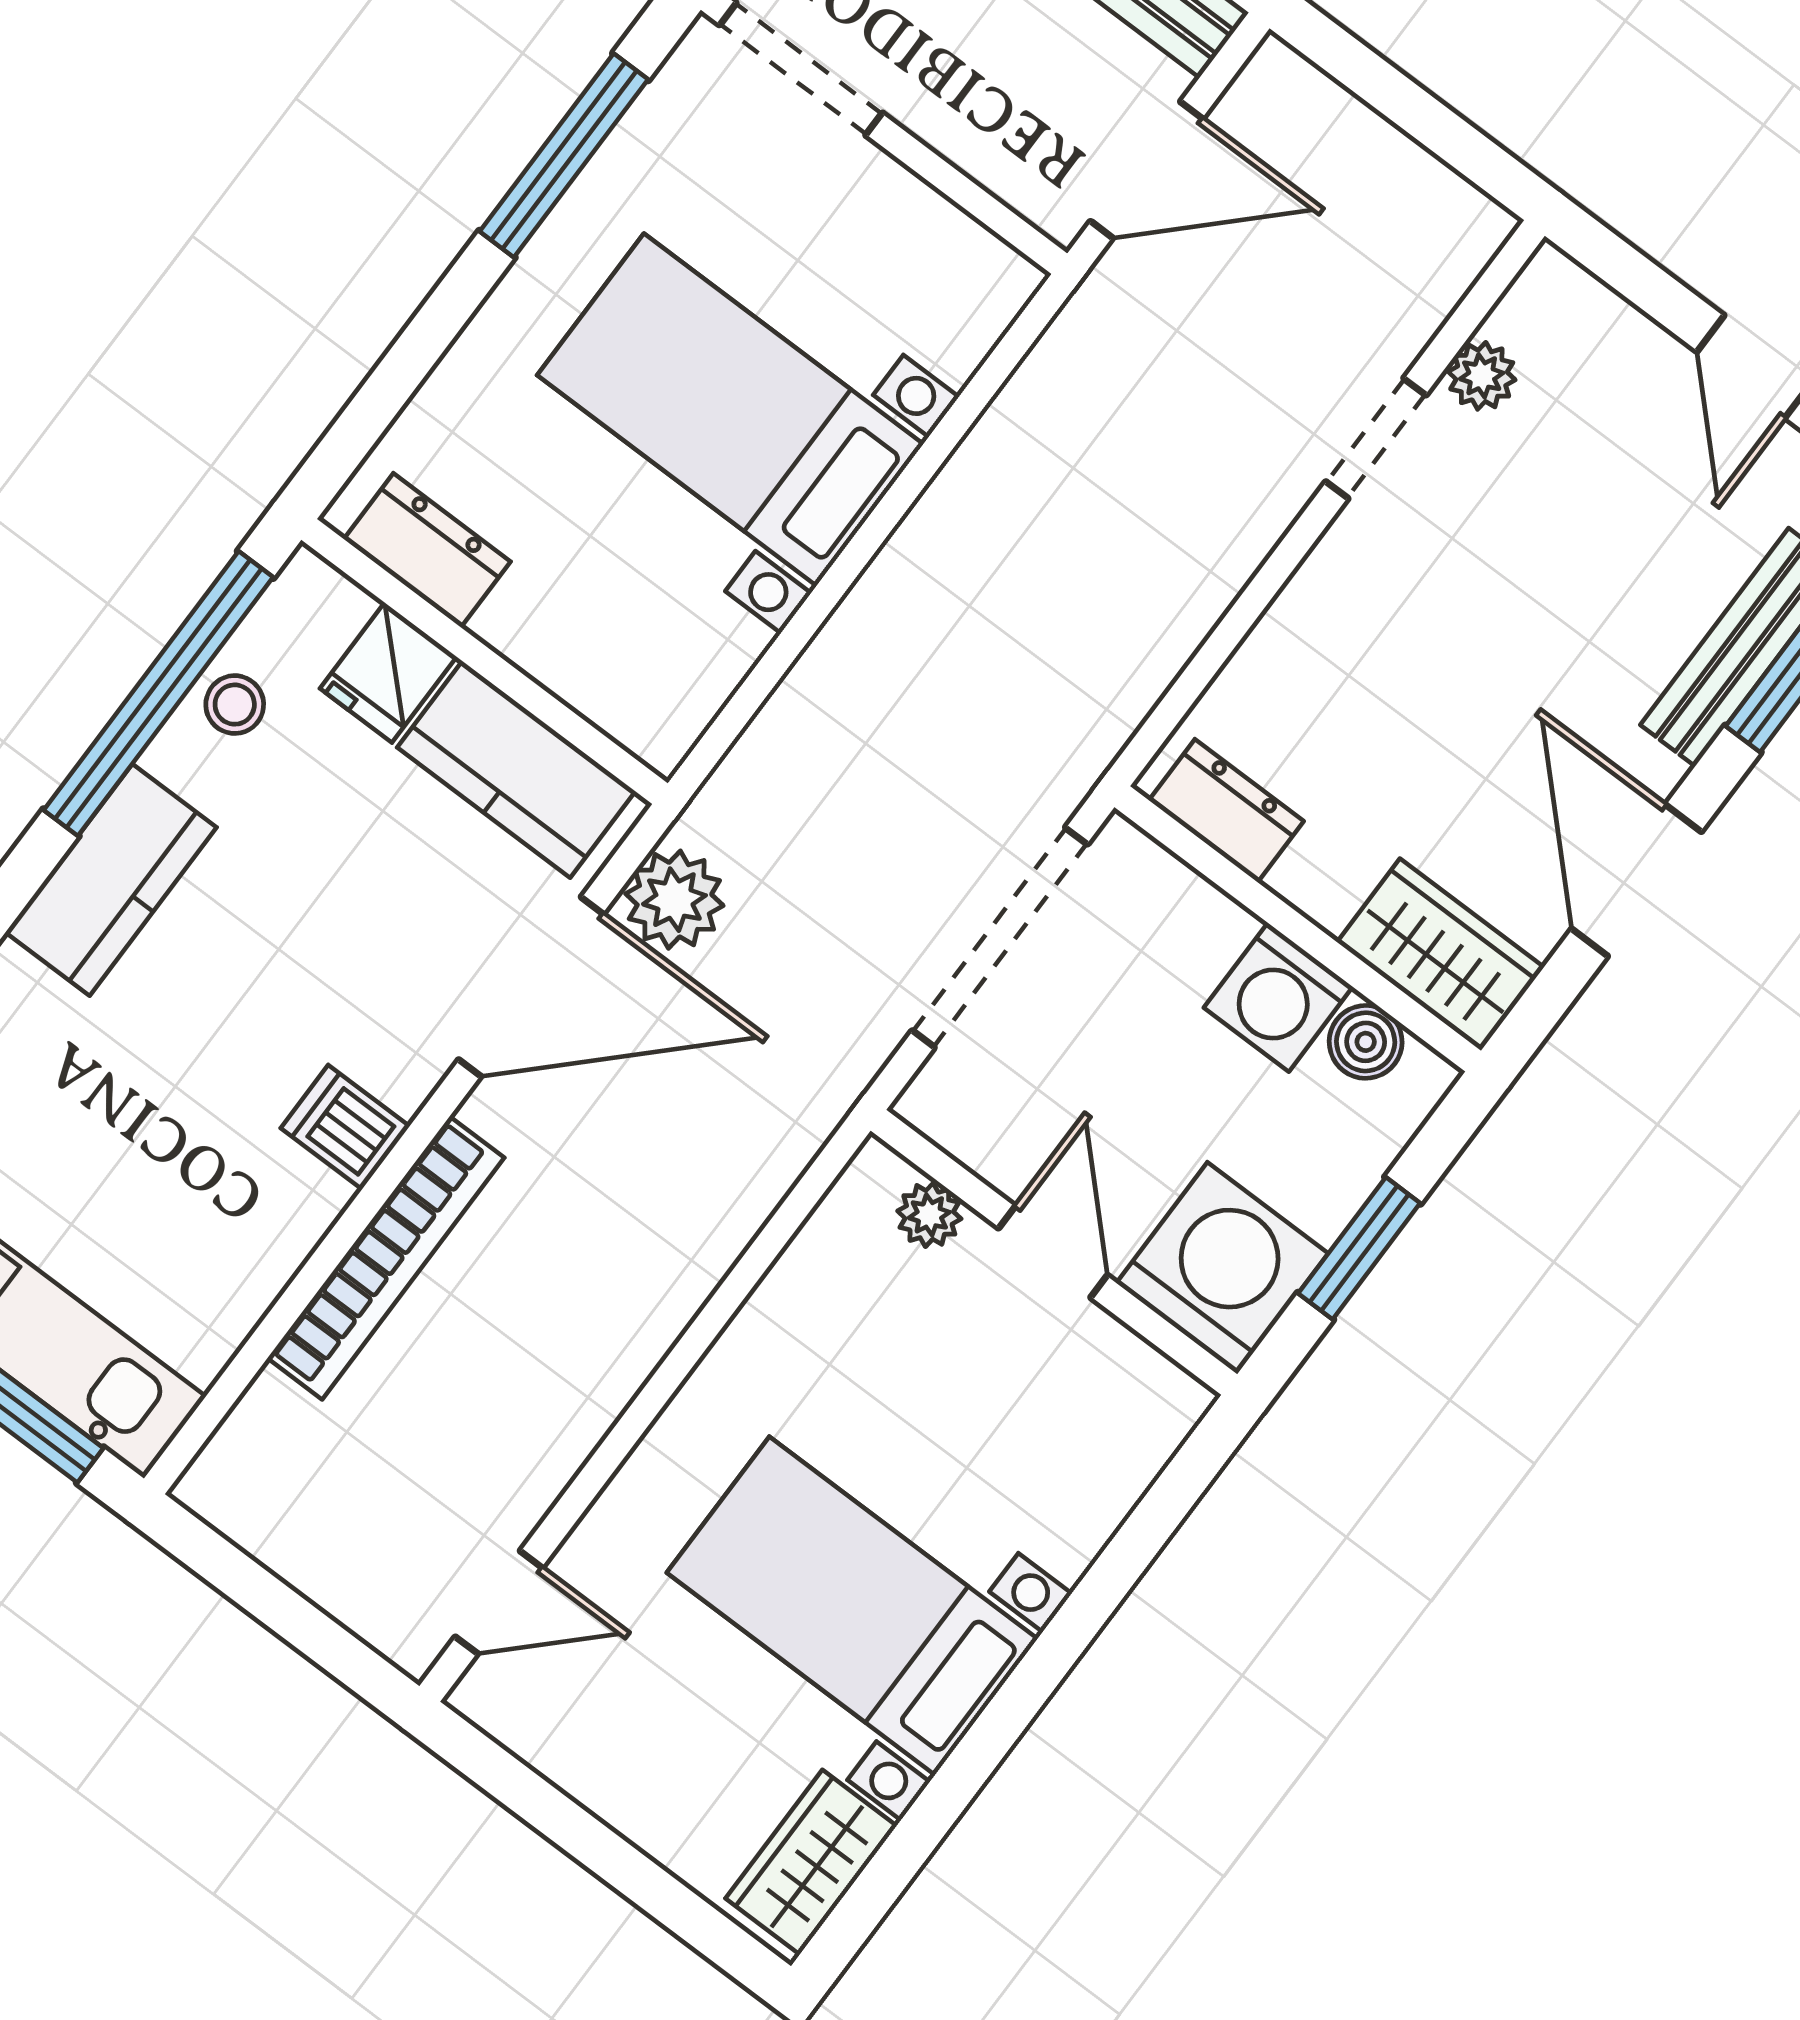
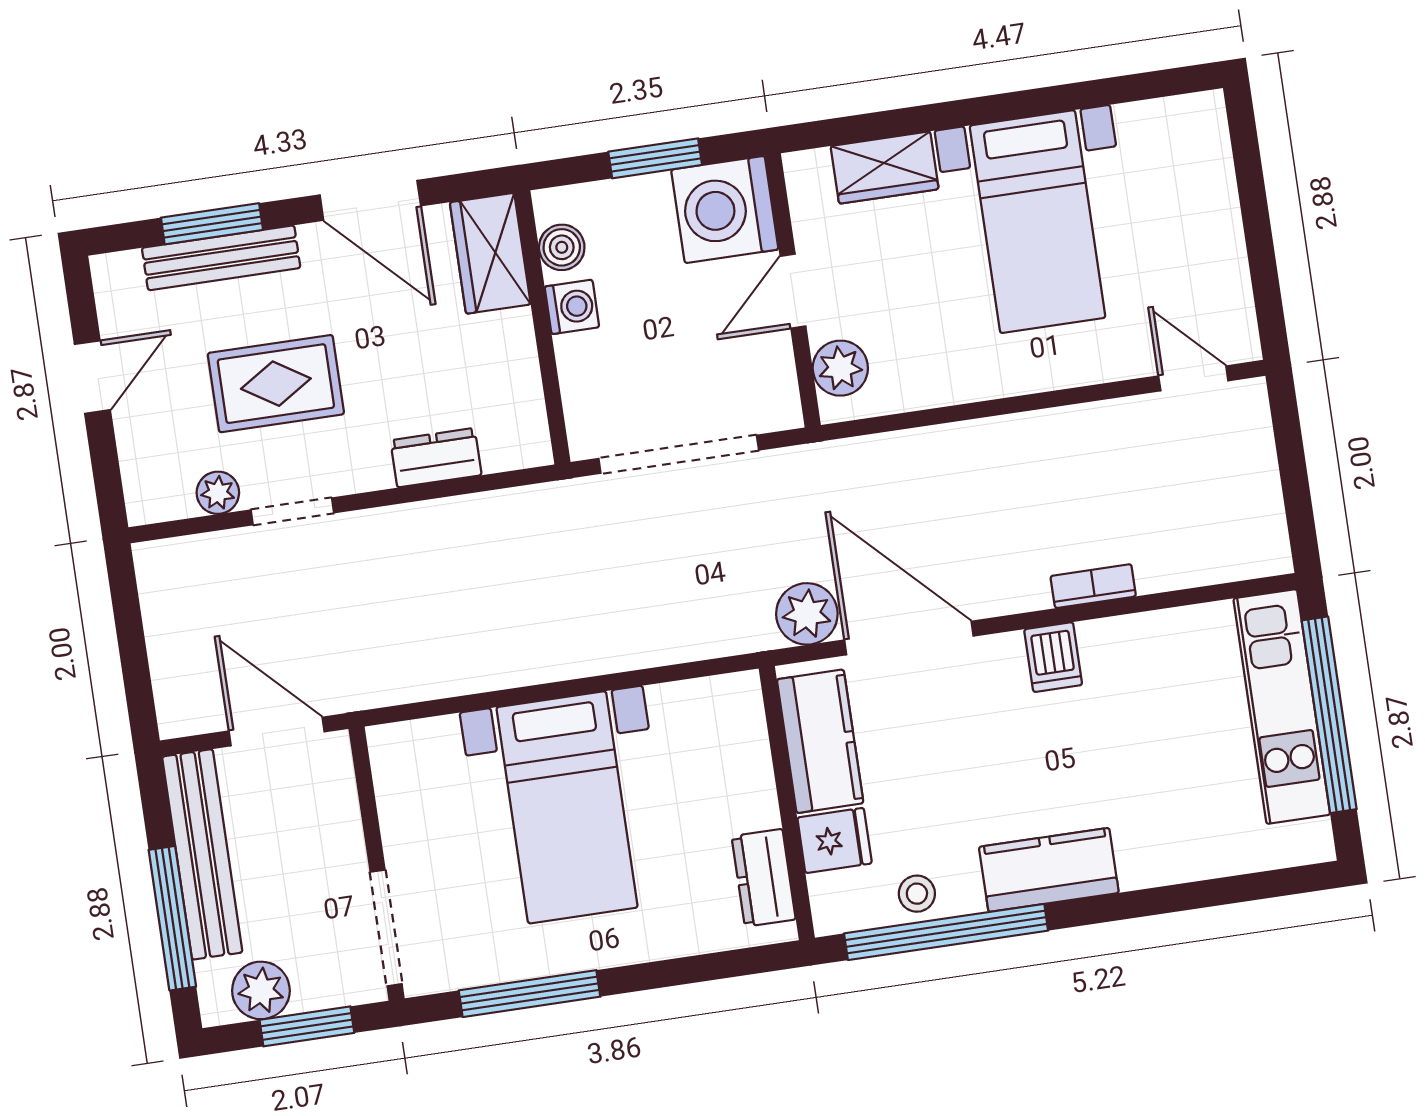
rug: (1538, 565) -> (276, 384), added
dresser: (1226, 811) -> (436, 458), moved, turned 90
door: (1636, 880) -> (370, 200), hinge flipped
washing machine: (1278, 997) -> (572, 307), width x0.73, depth x0.73
plant: (929, 1215) -> (840, 368), width x1.38, depth x1.38
bookcase: (386, 1258) -> (1093, 586), width x0.43, depth x0.76
wardrobe: (811, 1862) -> (885, 168), moved

